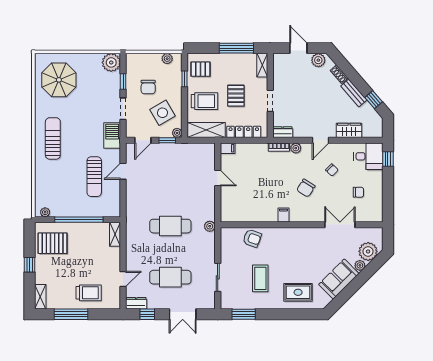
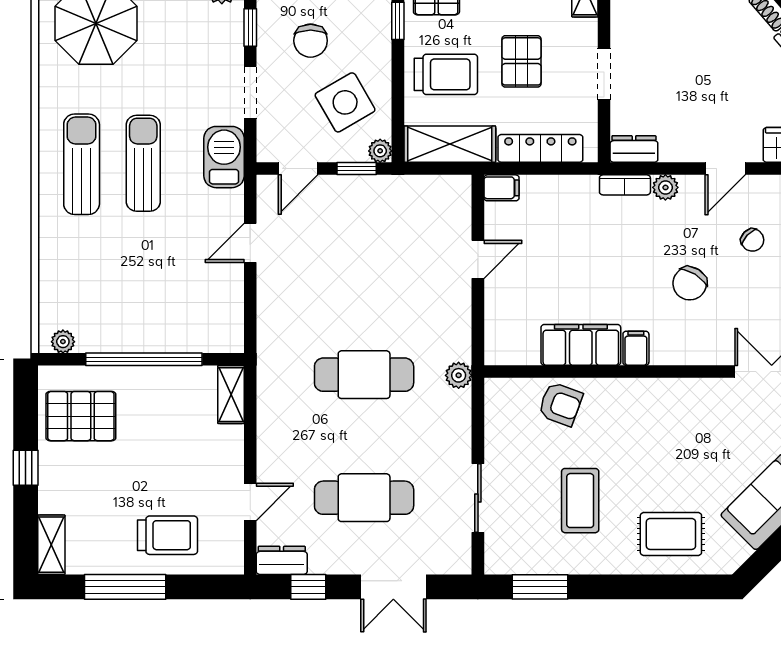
sun lounger: (94, 177) -> (143, 163), moved, turned 180
door: (218, 178) -> (478, 259), hinge flipped
filing cabinet: (261, 214) -> (581, 345), added

